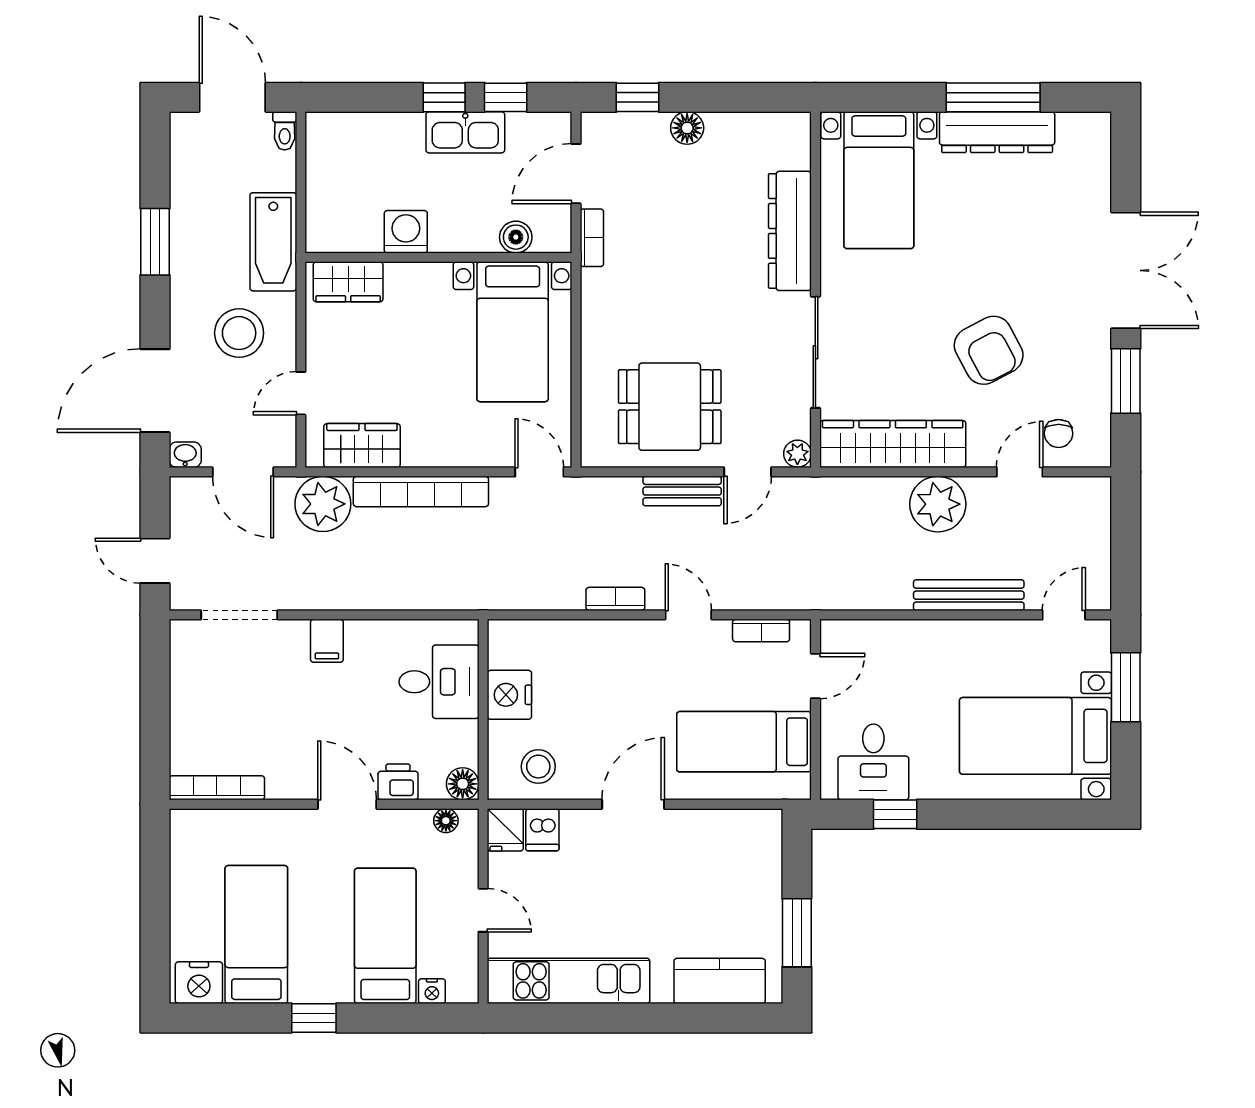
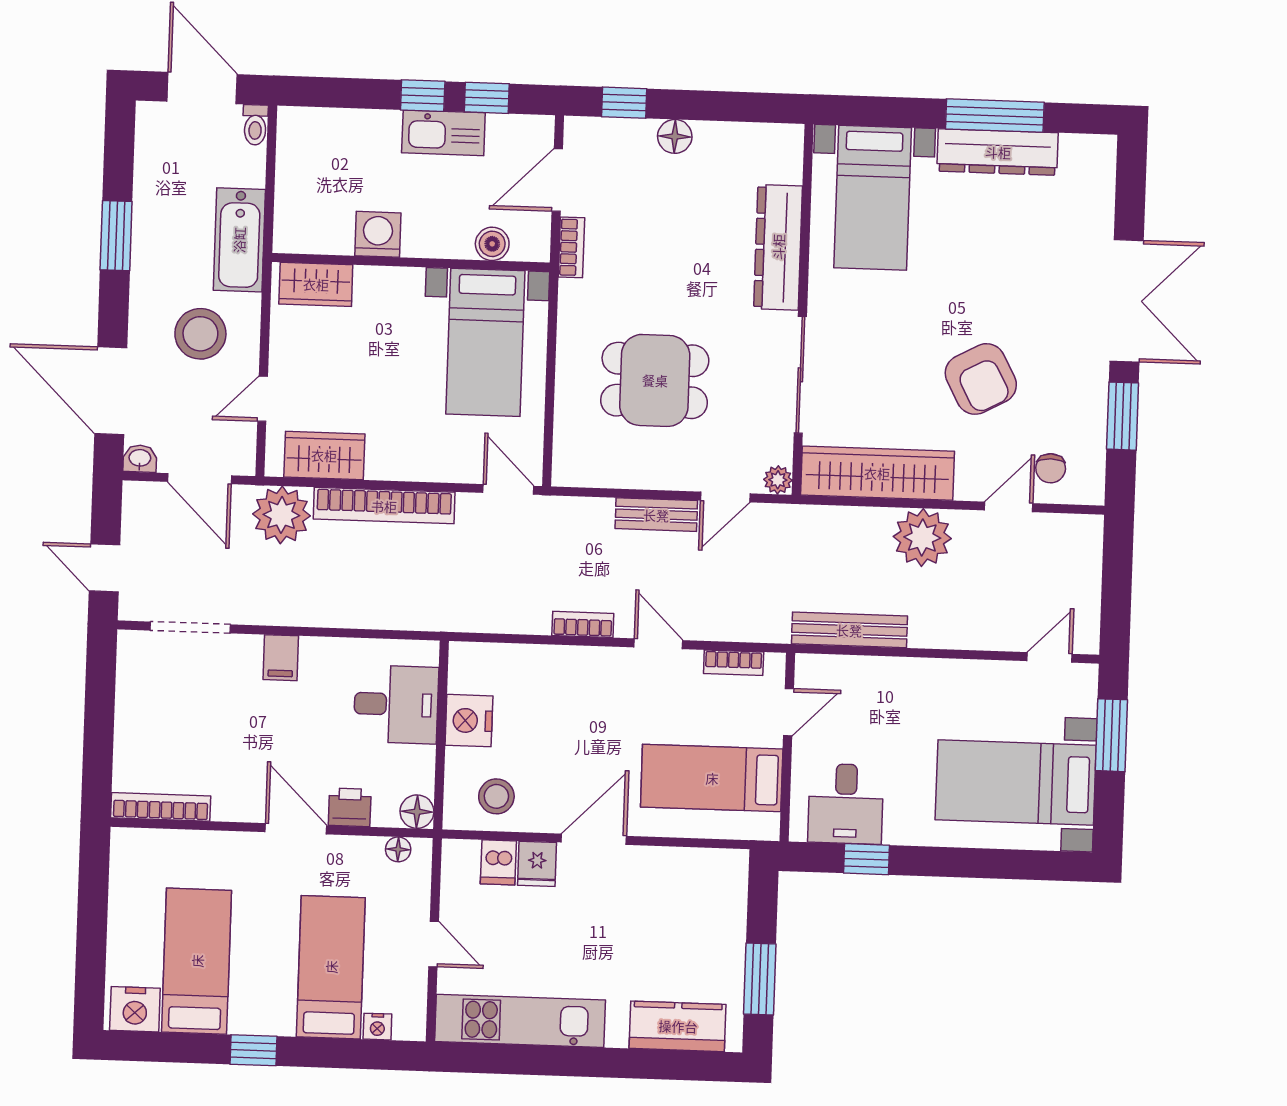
door: (155, 391) -> (111, 391), hinge flipped
dining table: (670, 407) -> (655, 380), moved
bench: (969, 595) -> (849, 630), moved
fridge: (505, 830) -> (537, 864), moved

